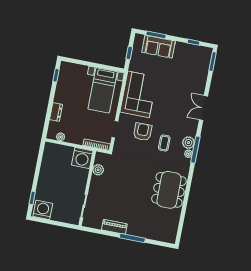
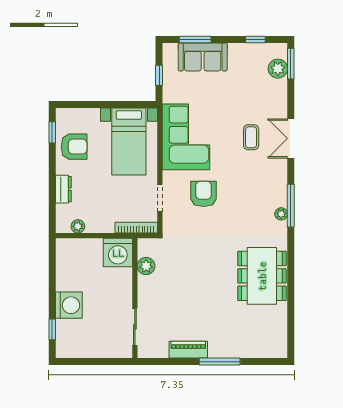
armchair: (68, 87) -> (74, 147), added
coffee table: (164, 143) -> (251, 137), moved
plant: (188, 143) -> (278, 69), moved
washing machine: (43, 210) -> (69, 305), moved, turned 90

